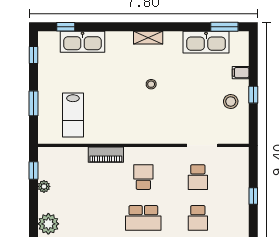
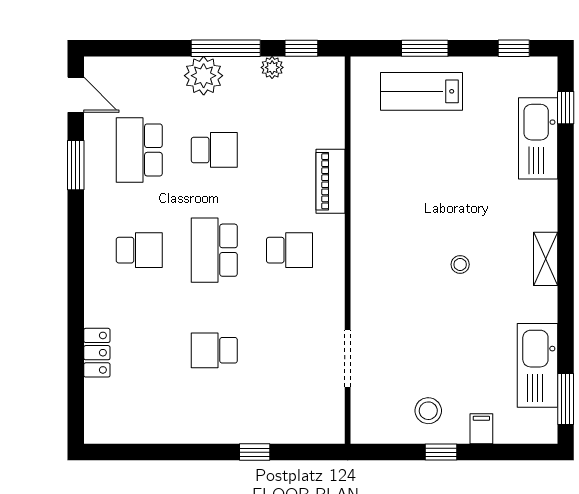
lab bench: (73, 115) -> (421, 91), moved
school desk: (198, 177) -> (214, 150), moved, turned 180
window: (33, 212) -> (226, 48), added

